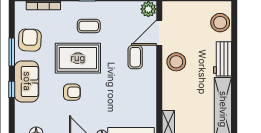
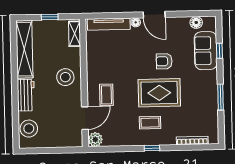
armchair: (30, 40) -> (204, 108), removed
stool: (176, 62) -> (65, 77), moved
sofa: (27, 81) -> (206, 51), moved
window: (12, 89) -> (219, 51), moved

